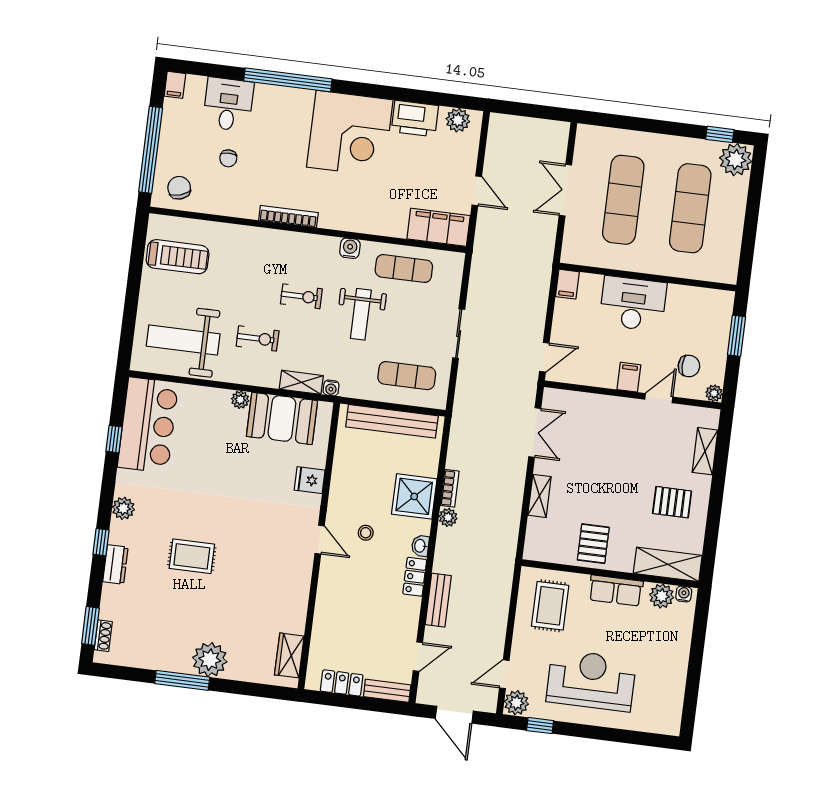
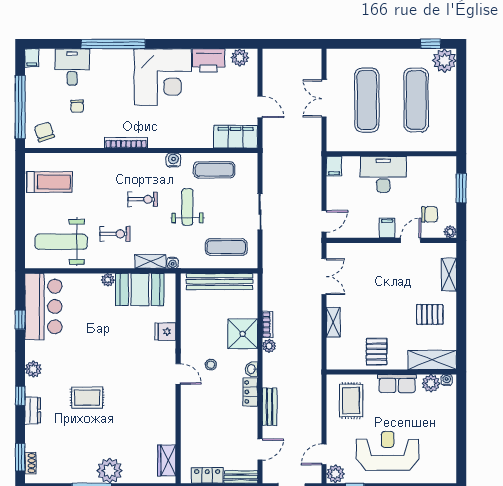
weight bench: (361, 314) -> (187, 207), turned 180

